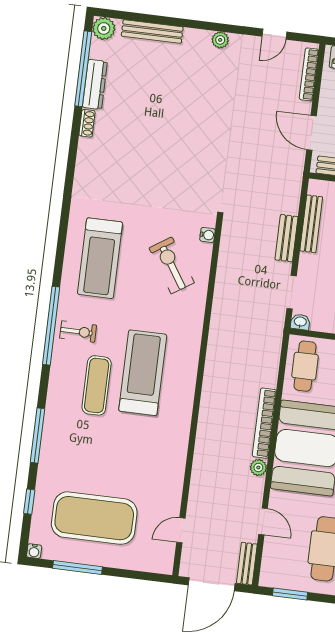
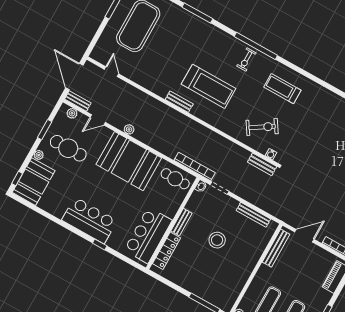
bench: (286, 238) -> (262, 164), moved
treadmill: (100, 258) -> (282, 89), width x0.73, depth x0.73
exercise mat: (97, 385) -> (212, 58), removed
bench: (185, 408) -> (179, 102), added
bookcase: (264, 423) -> (195, 167), moved
plant: (269, 565) -> (72, 113), added
window: (290, 594) -> (45, 130), moved

